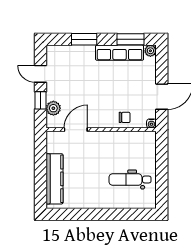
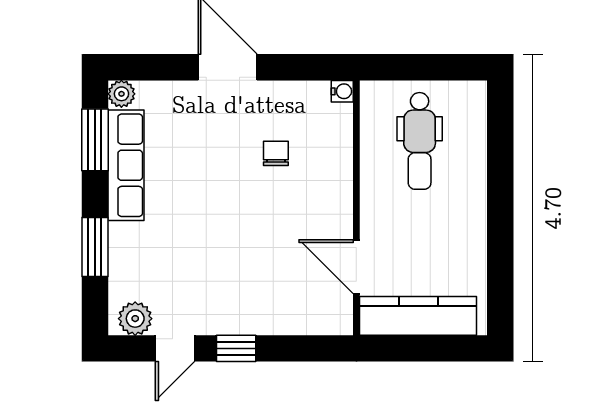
plant: (53, 108) -> (135, 319), moved
water cooler: (151, 124) -> (342, 91), moved
door: (76, 130) -> (356, 267), moved
wall: (101, 130) -> (356, 208), moved

